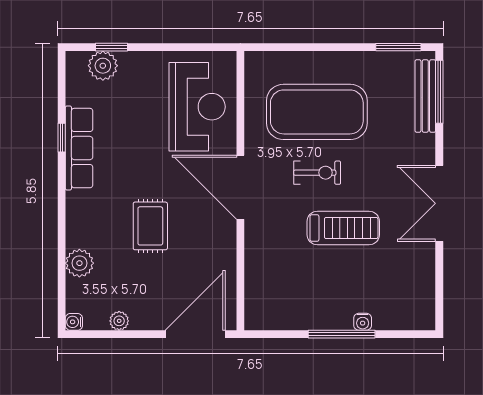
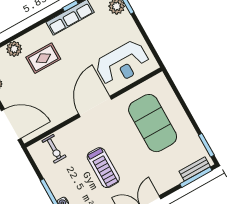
bench: (425, 96) -> (195, 169), width x0.73
exercise bike: (317, 173) -> (54, 149), moved
rug: (150, 226) -> (43, 58), moved

